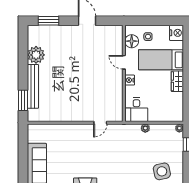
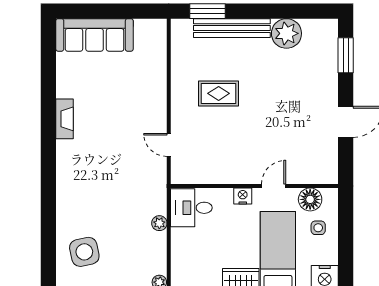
rug: (71, 94) -> (219, 93), added

